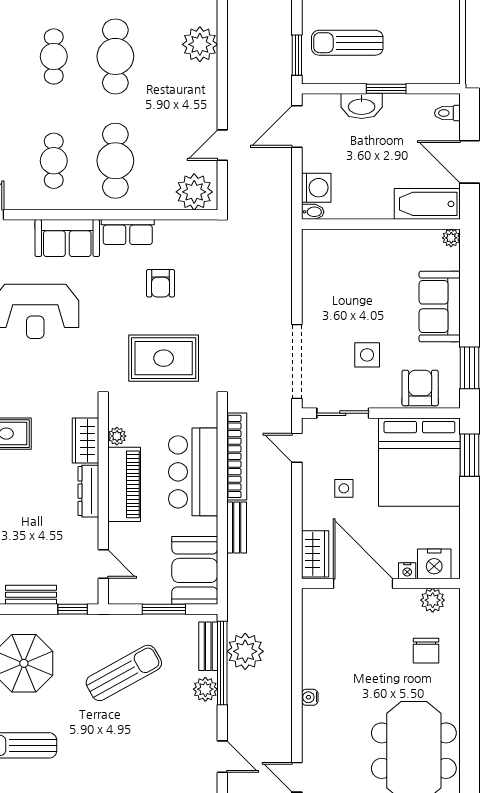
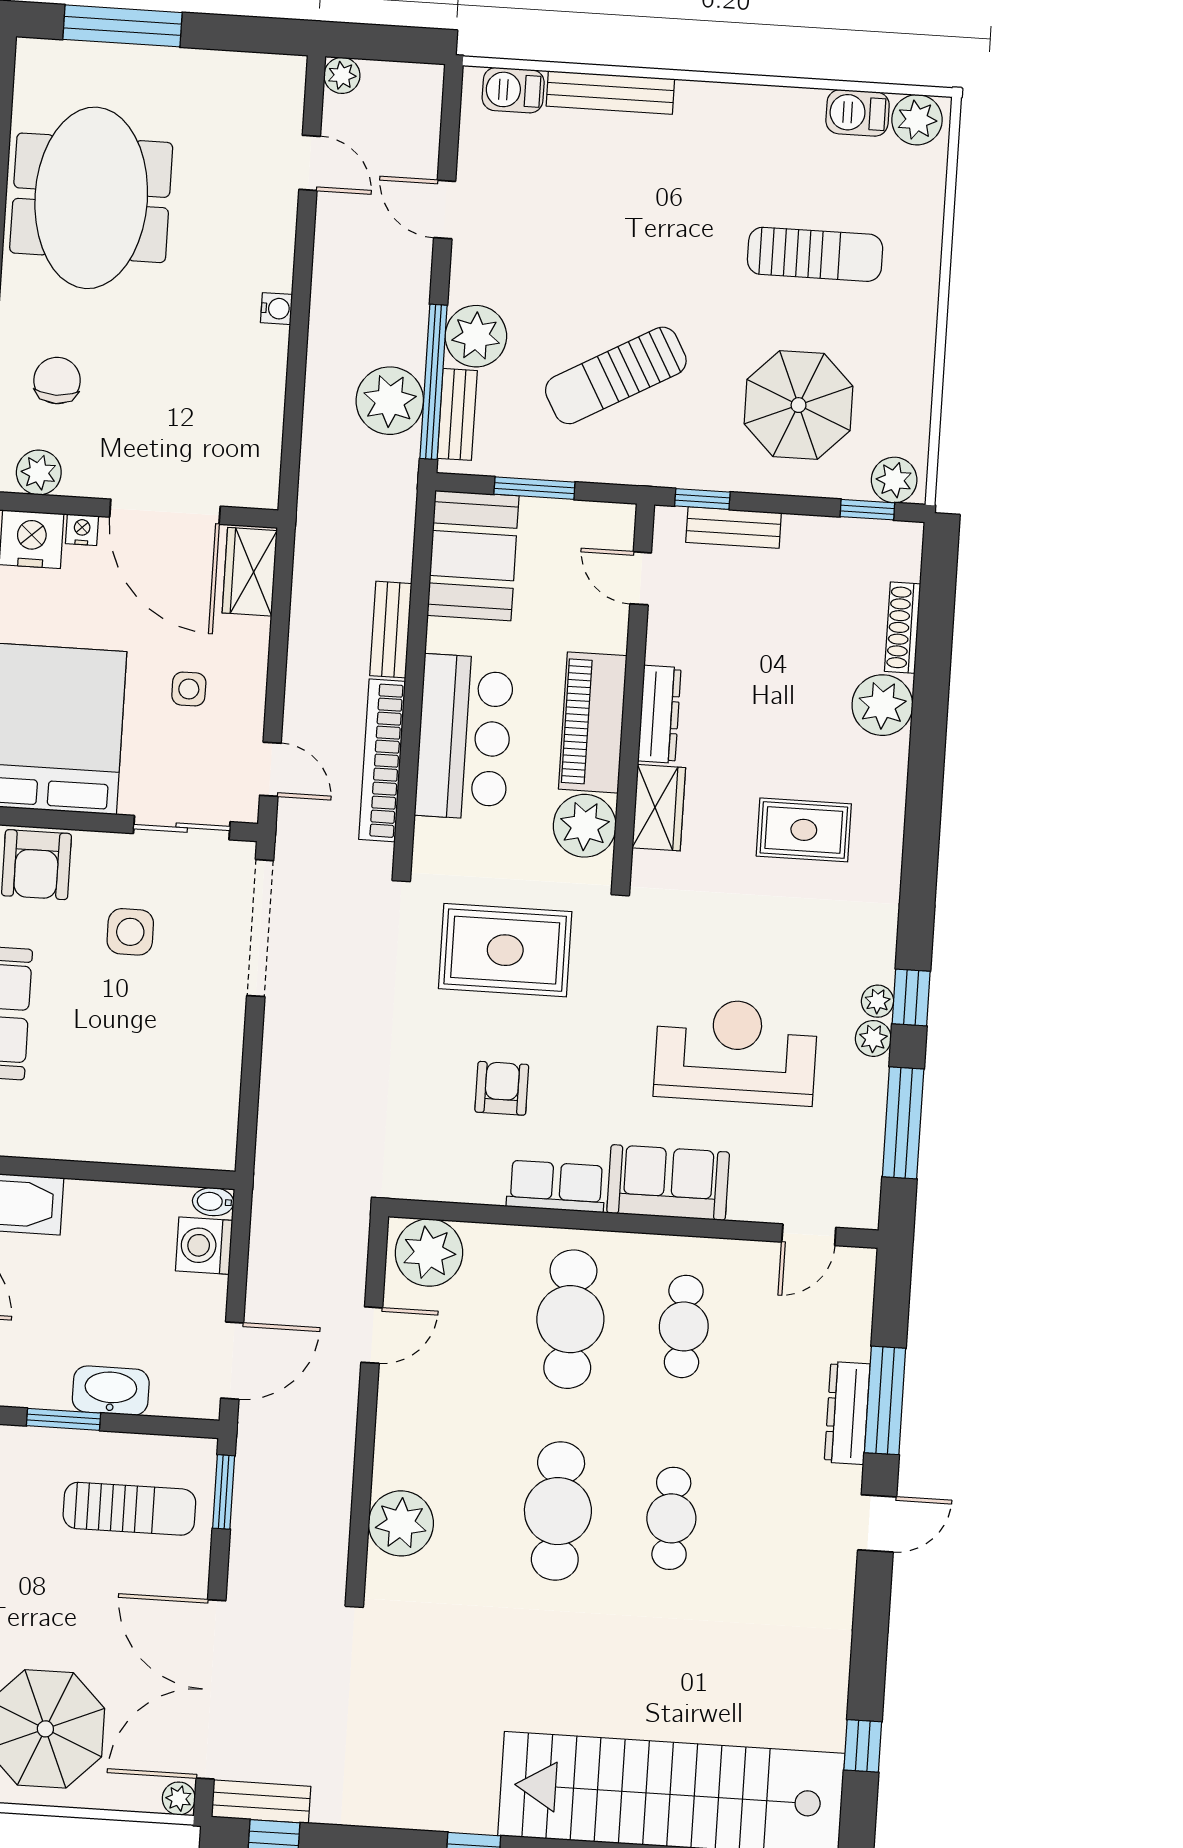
plant: (117, 436) -> (585, 826), width x1.88, depth x1.88
bench: (31, 595) -> (734, 528), moved
plant: (205, 689) -> (476, 336), width x1.36, depth x1.36

